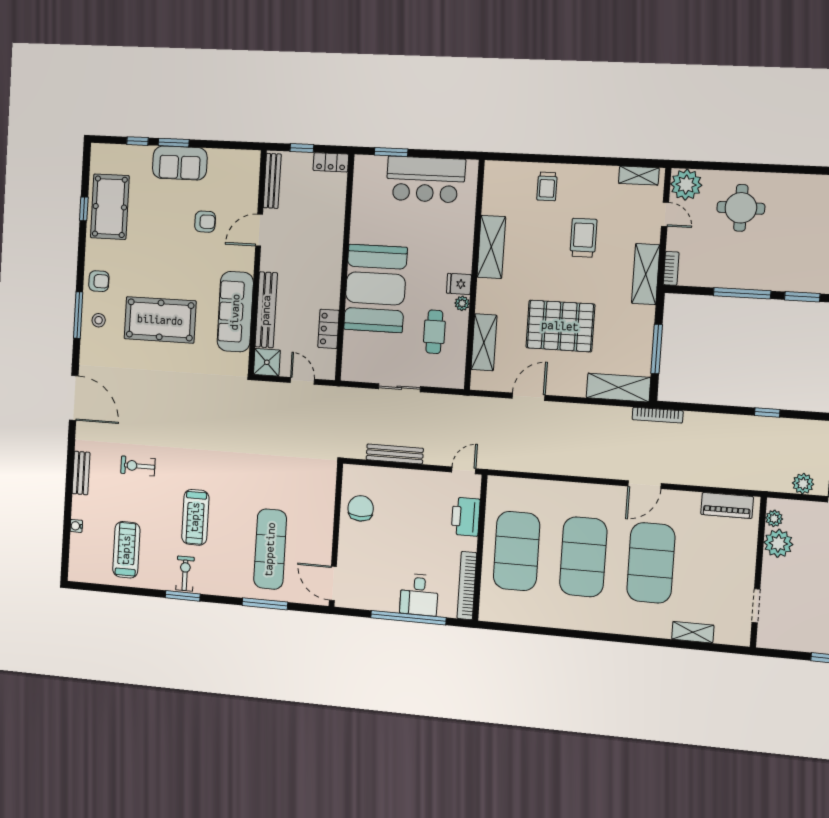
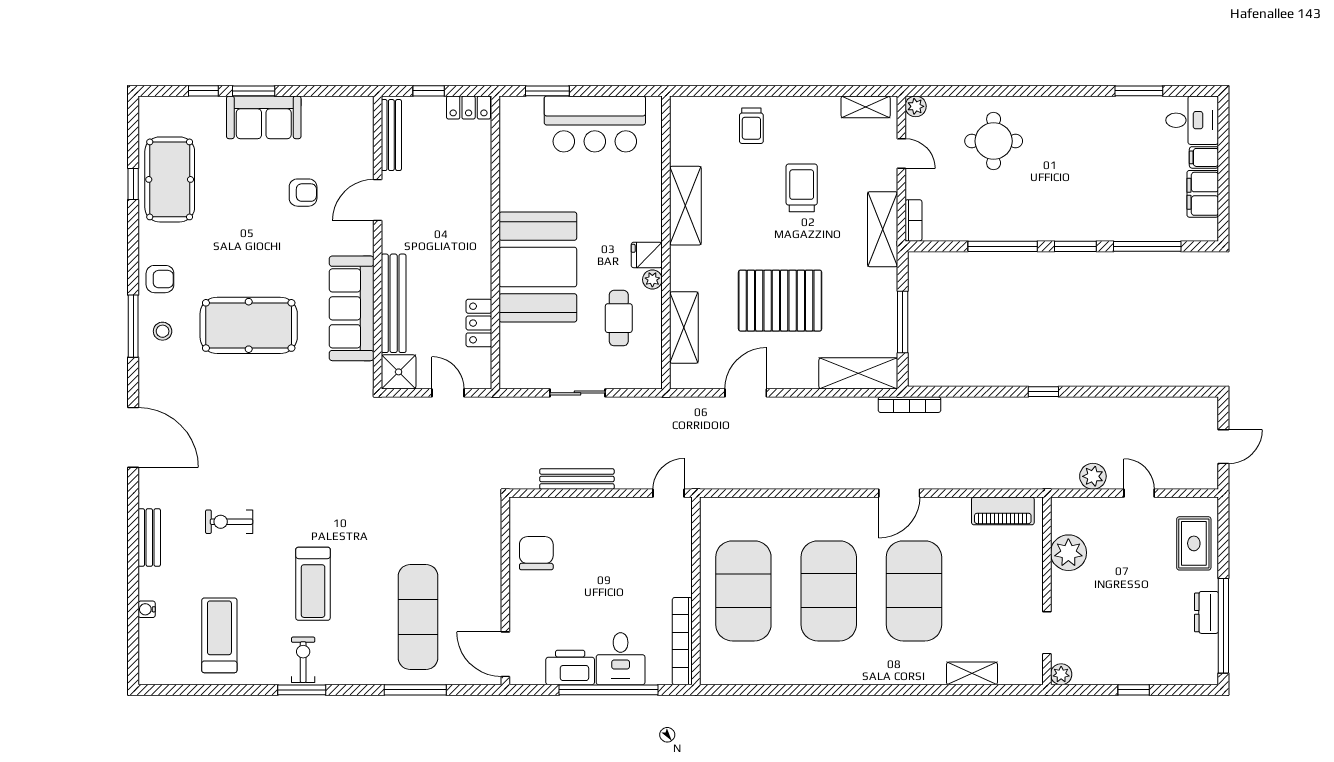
plant: (686, 185) -> (916, 106), width x0.53, depth x0.53
printer: (466, 517) -> (570, 668), moved, turned 90
plant: (774, 518) -> (1061, 674), moved

